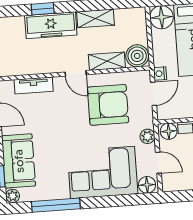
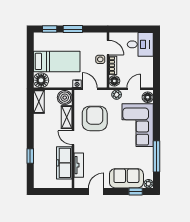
shelving: (95, 18) -> (39, 102), moved
freezer: (51, 25) -> (64, 163), moved, turned 180
door: (76, 73) -> (73, 138), swing flipped

